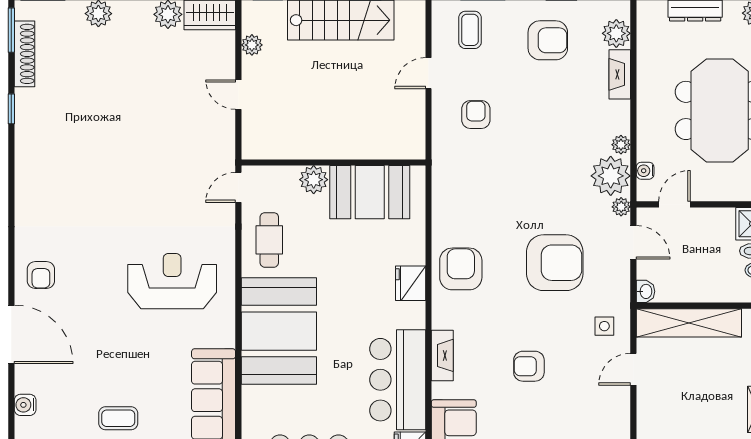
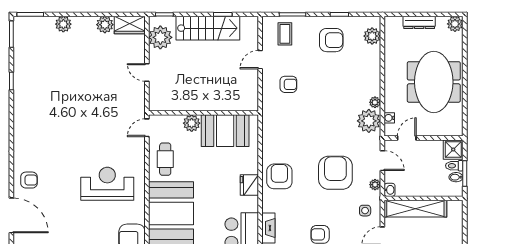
plant: (252, 45) -> (160, 37), width x1.88, depth x1.88
shoe rack: (25, 54) -> (19, 48), removed
fireplace: (620, 74) -> (374, 60), removed
armchair: (476, 115) -> (288, 84), turned 90
plant: (621, 207) -> (375, 185), moved
armchair: (555, 263) -> (335, 173), turned -90
armchair: (41, 275) -> (29, 180), turned -90

